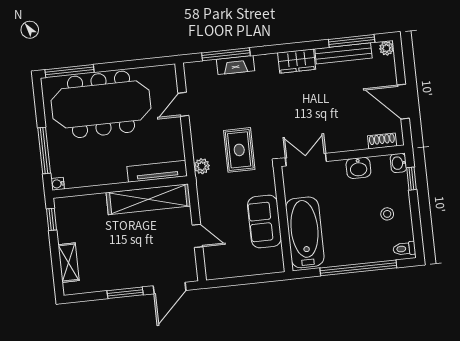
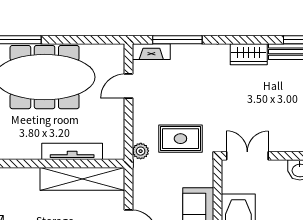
fireplace: (235, 65) -> (151, 52), moved
rug: (239, 150) -> (180, 139), turned 90
tv unit: (157, 171) -> (72, 151), moved

